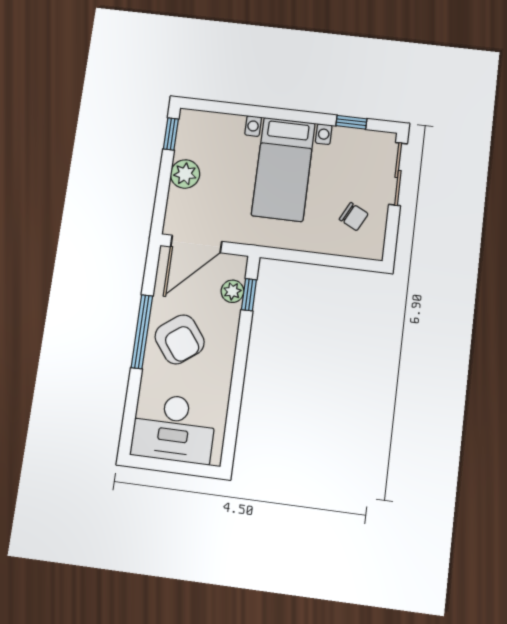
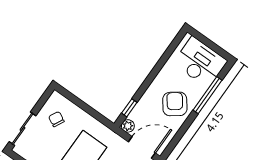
plant: (232, 291) -> (128, 126), moved
window: (142, 332) -> (208, 95), moved

